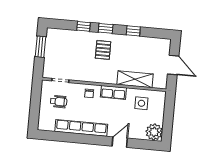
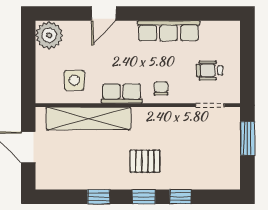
window: (41, 47) -> (247, 138), moved
pallet: (103, 50) -> (145, 161), turned 90
shelving: (135, 79) -> (88, 118), width x1.47
row of seats: (81, 128) -> (169, 31), width x0.73

